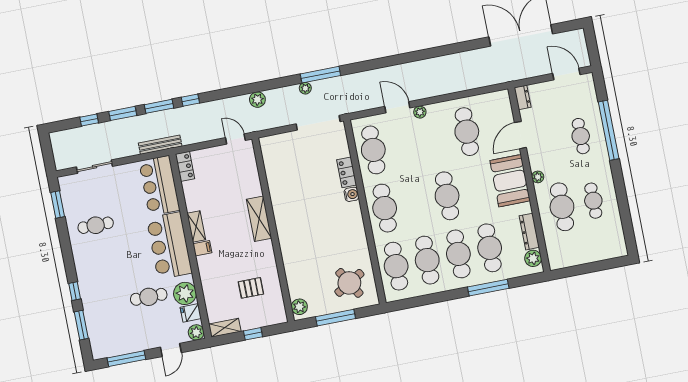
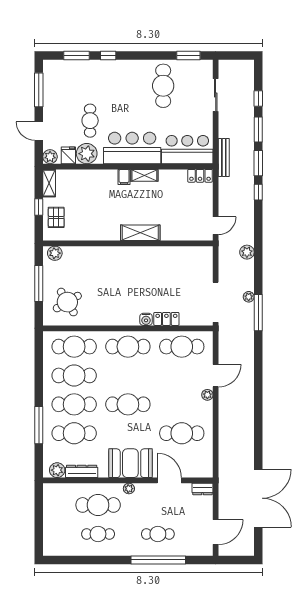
cafe table: (96, 225) -> (163, 86), width x1.37, depth x1.35
pallet: (251, 288) -> (56, 217), moved

